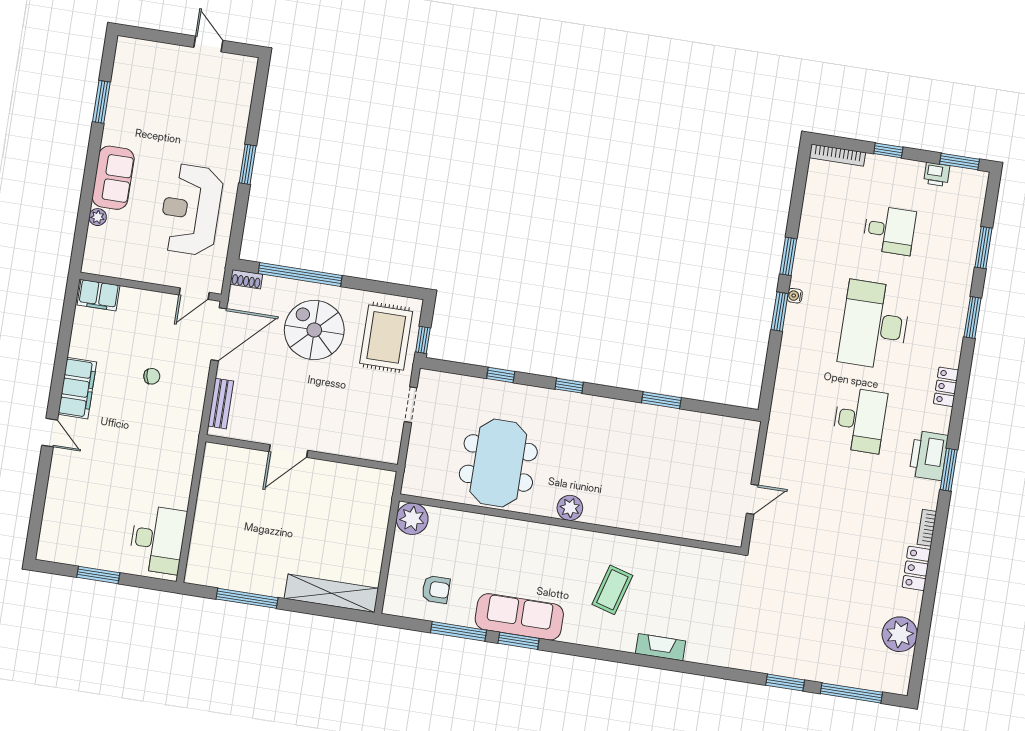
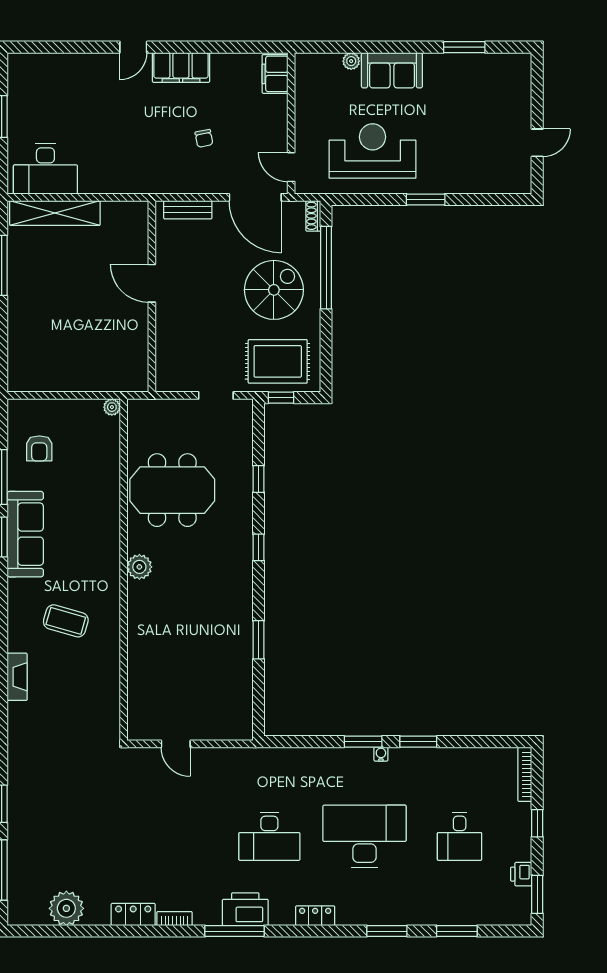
window: (949, 470) -> (234, 931), width x1.44
plant: (412, 519) -> (112, 407), width x0.53, depth x0.53
shelving: (331, 593) -> (55, 213), moved, turned 90

